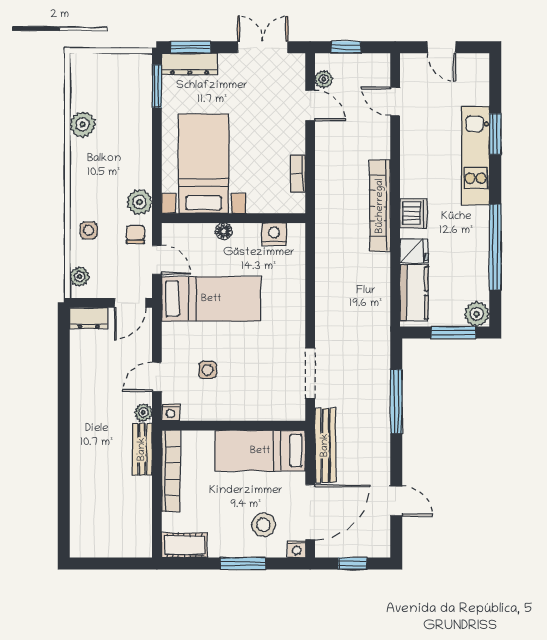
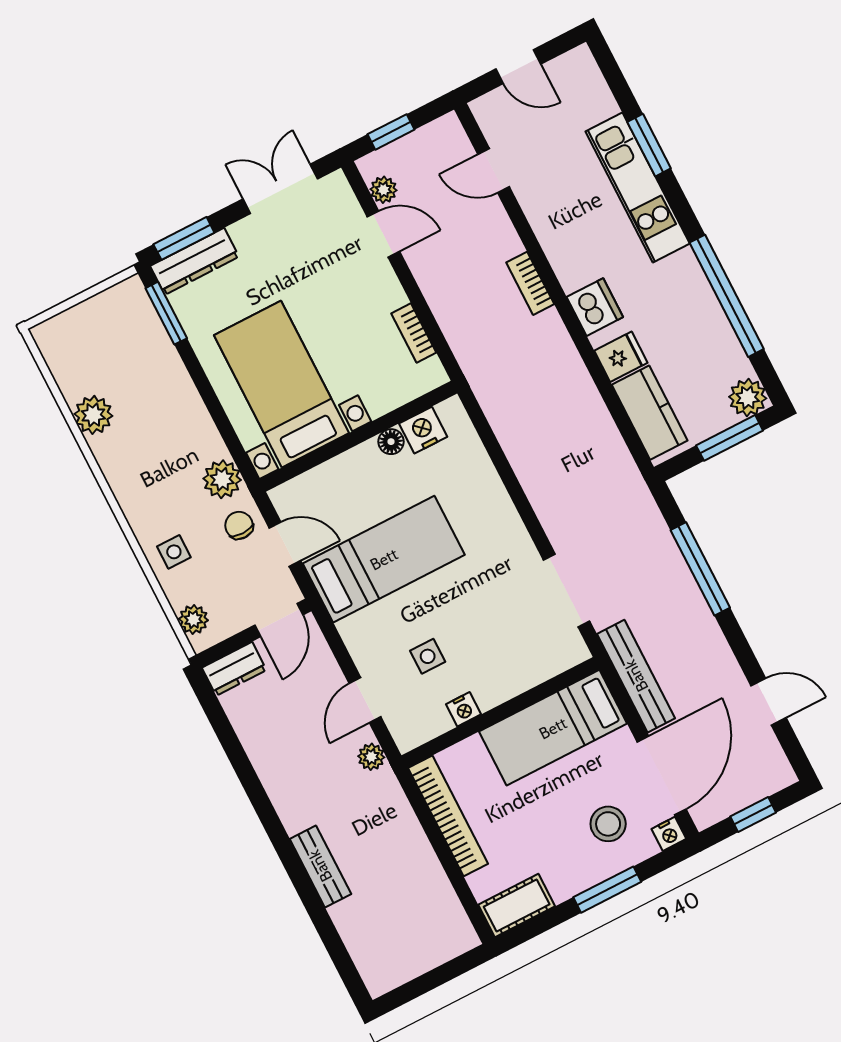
bookcase: (380, 206) -> (530, 283), width x0.43, depth x0.76
floor lamp: (224, 231) -> (391, 442), moved
nightstand: (171, 412) -> (463, 709), moved
bench: (142, 449) -> (320, 866), moved

